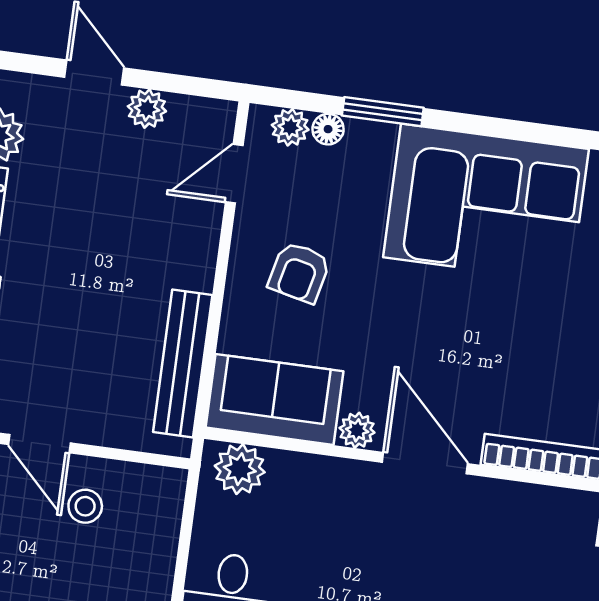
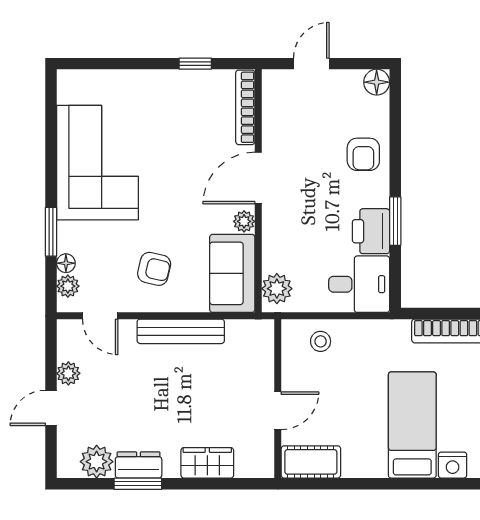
bench: (183, 364) -> (181, 331), moved
stool: (85, 506) -> (321, 341), moved

